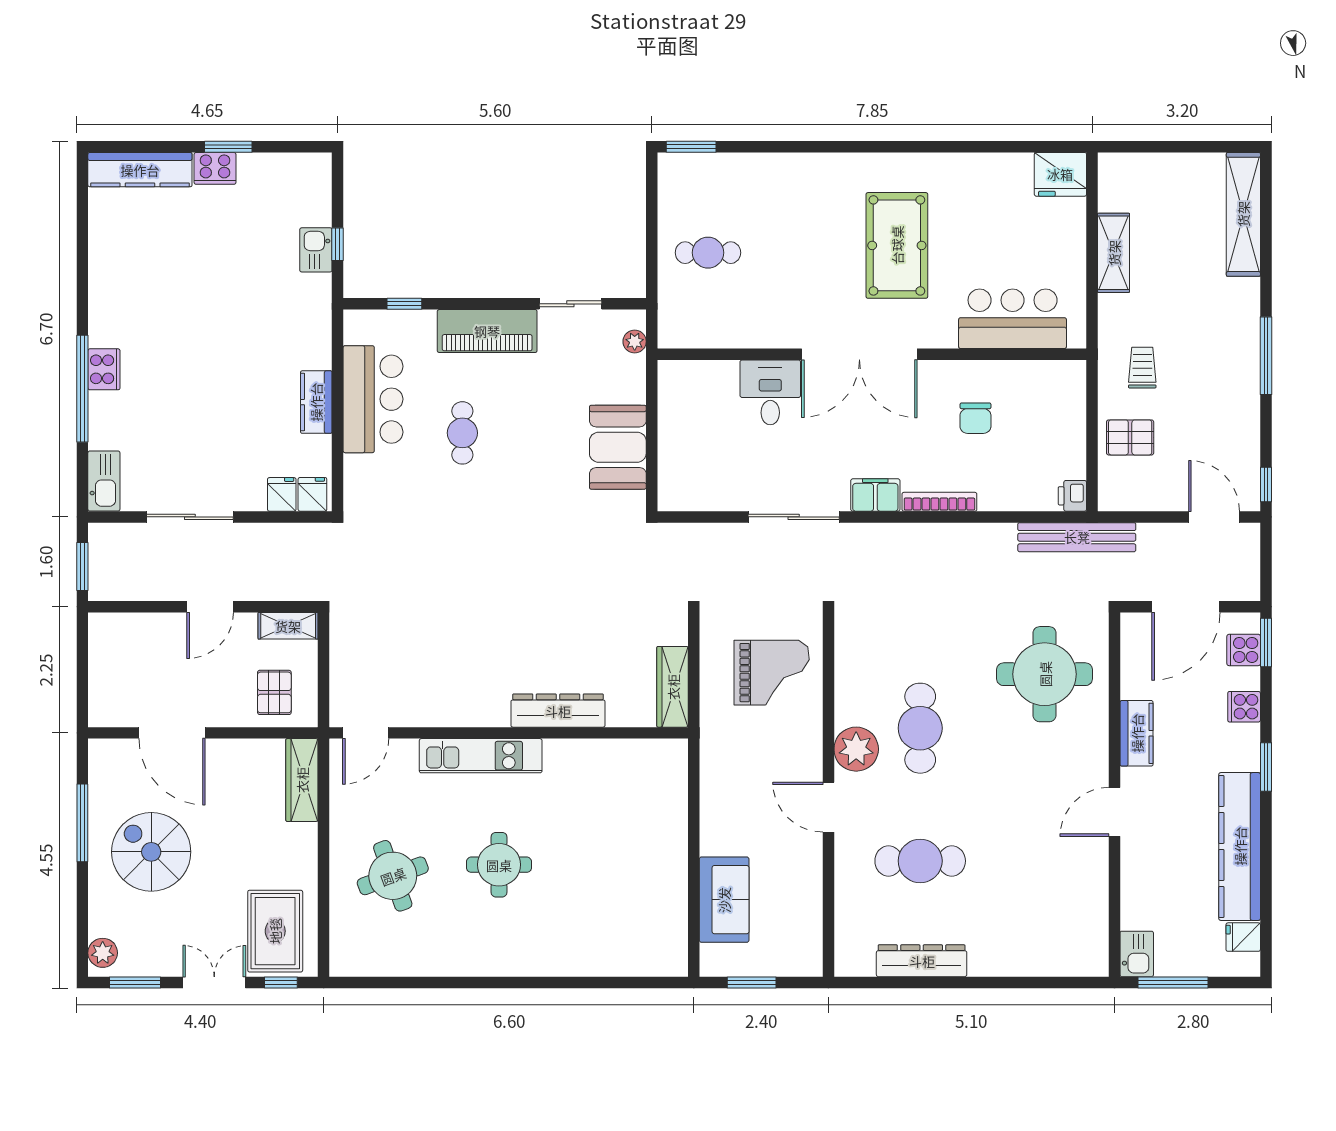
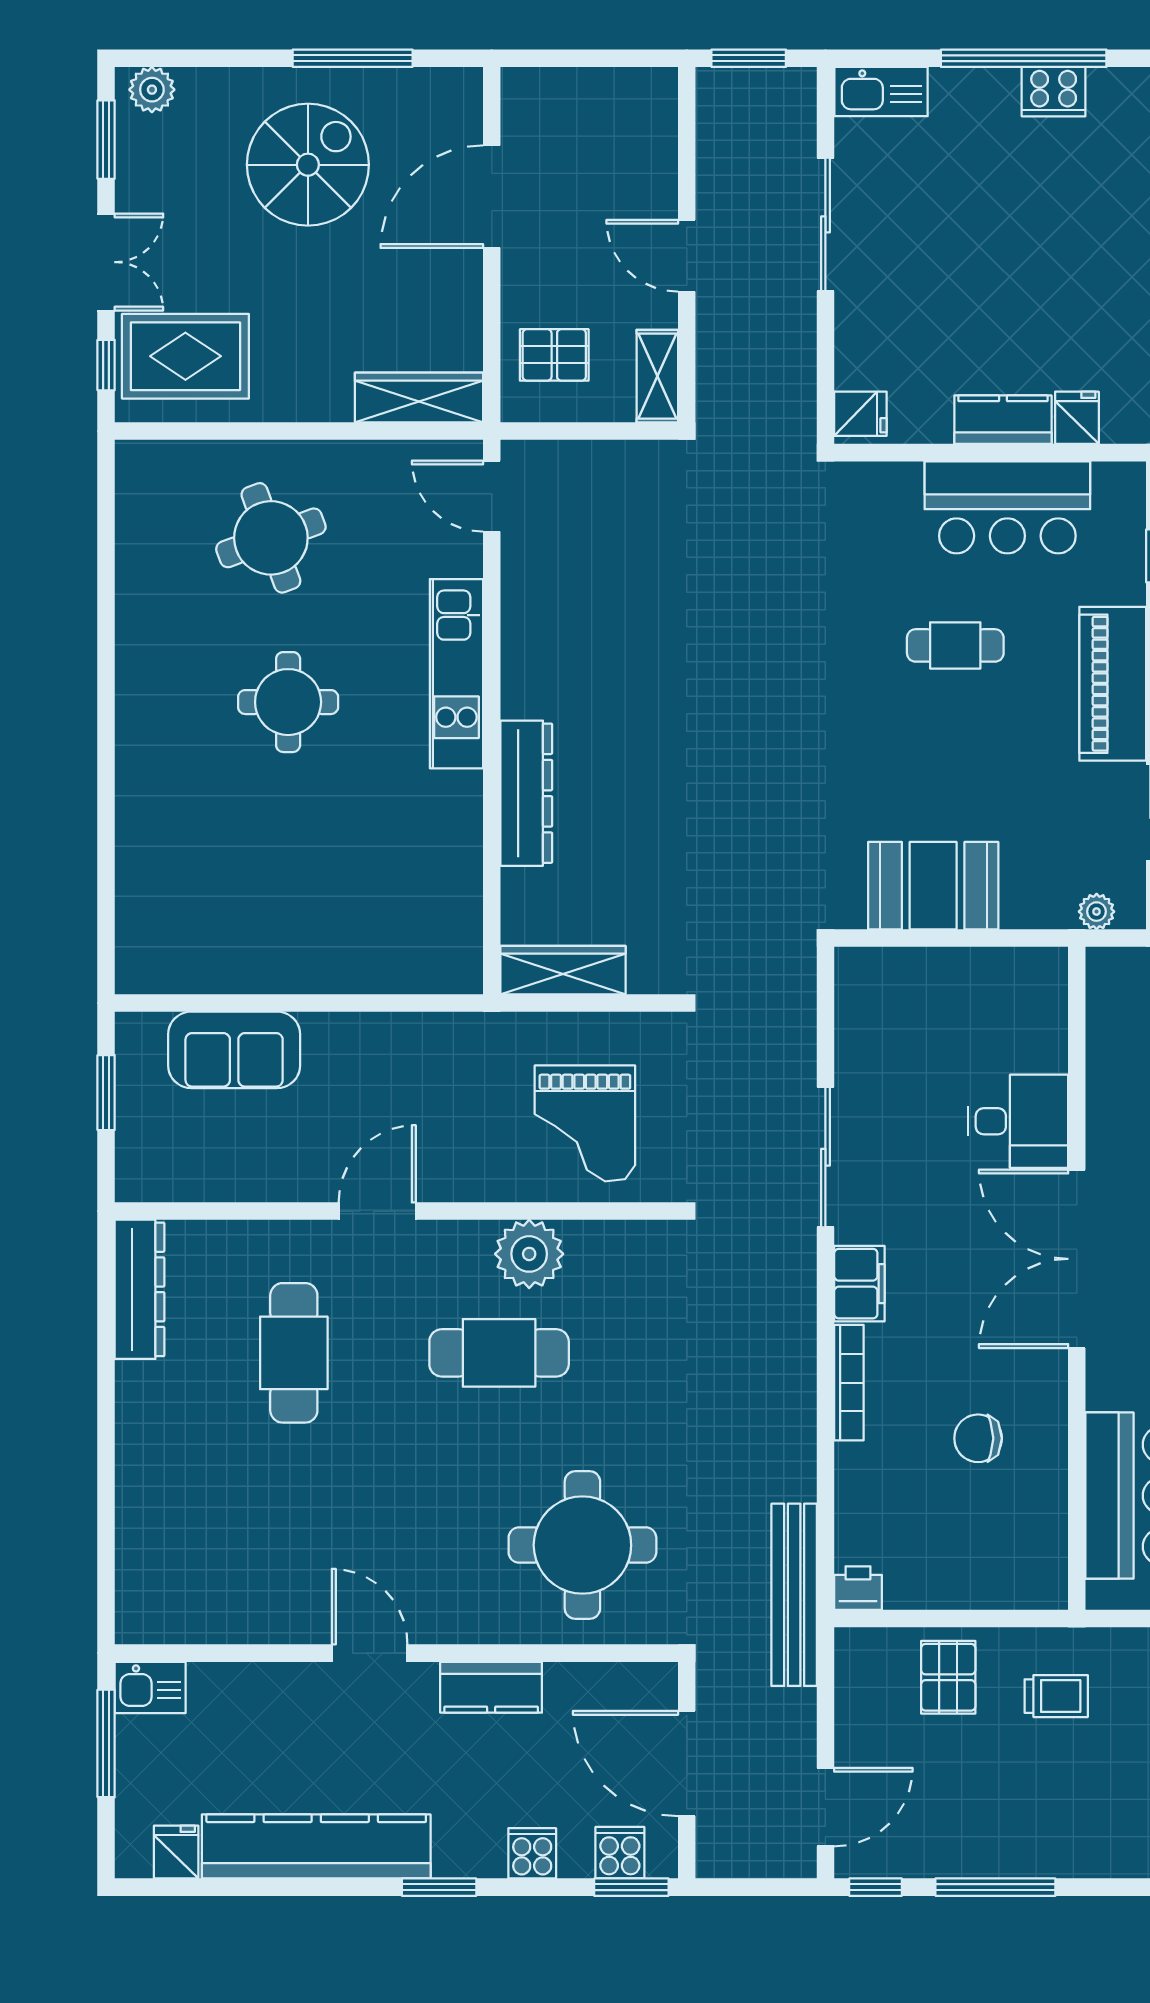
window: (1266, 356) -> (995, 1887), moved
fridge: (282, 494) -> (1077, 418), moved, turned -90
plant: (856, 749) -> (529, 1254), moved
dresser: (922, 961) -> (140, 1289), moved

